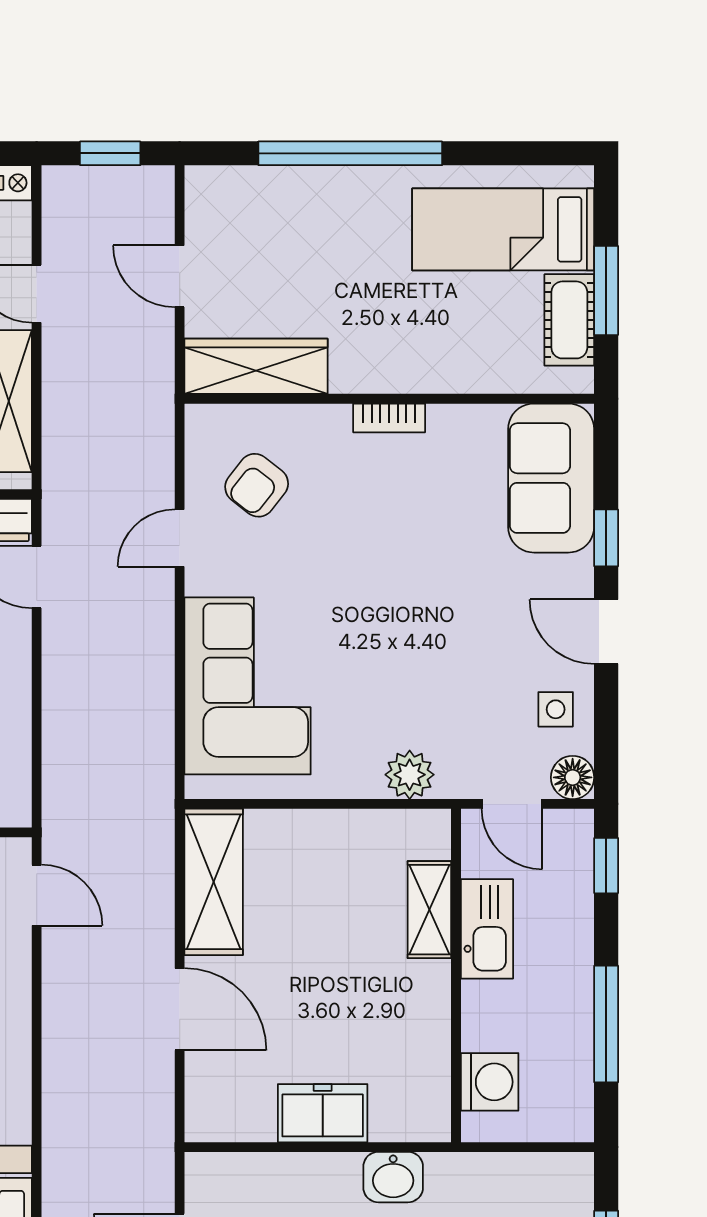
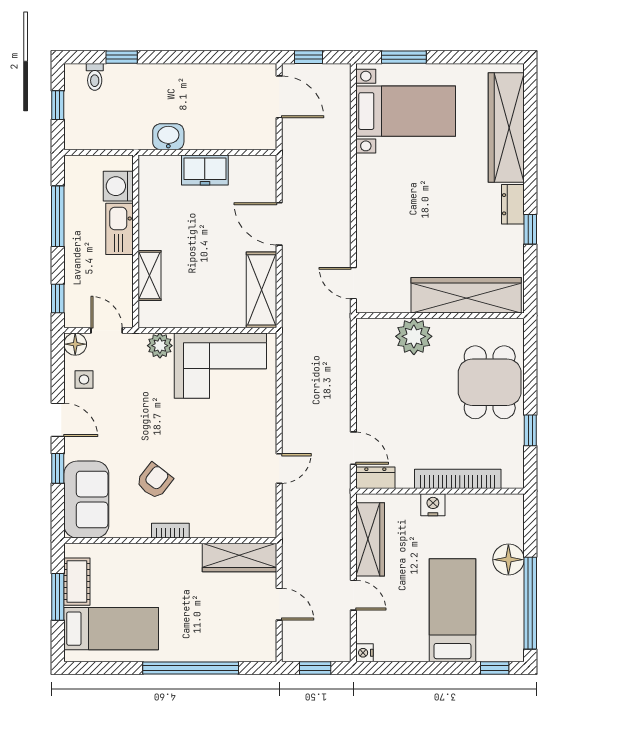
armchair: (257, 485) -> (154, 481), moved
corner sofa: (247, 686) -> (220, 366), moved, turned -90
kitchen sink: (487, 929) -> (120, 229), moved

